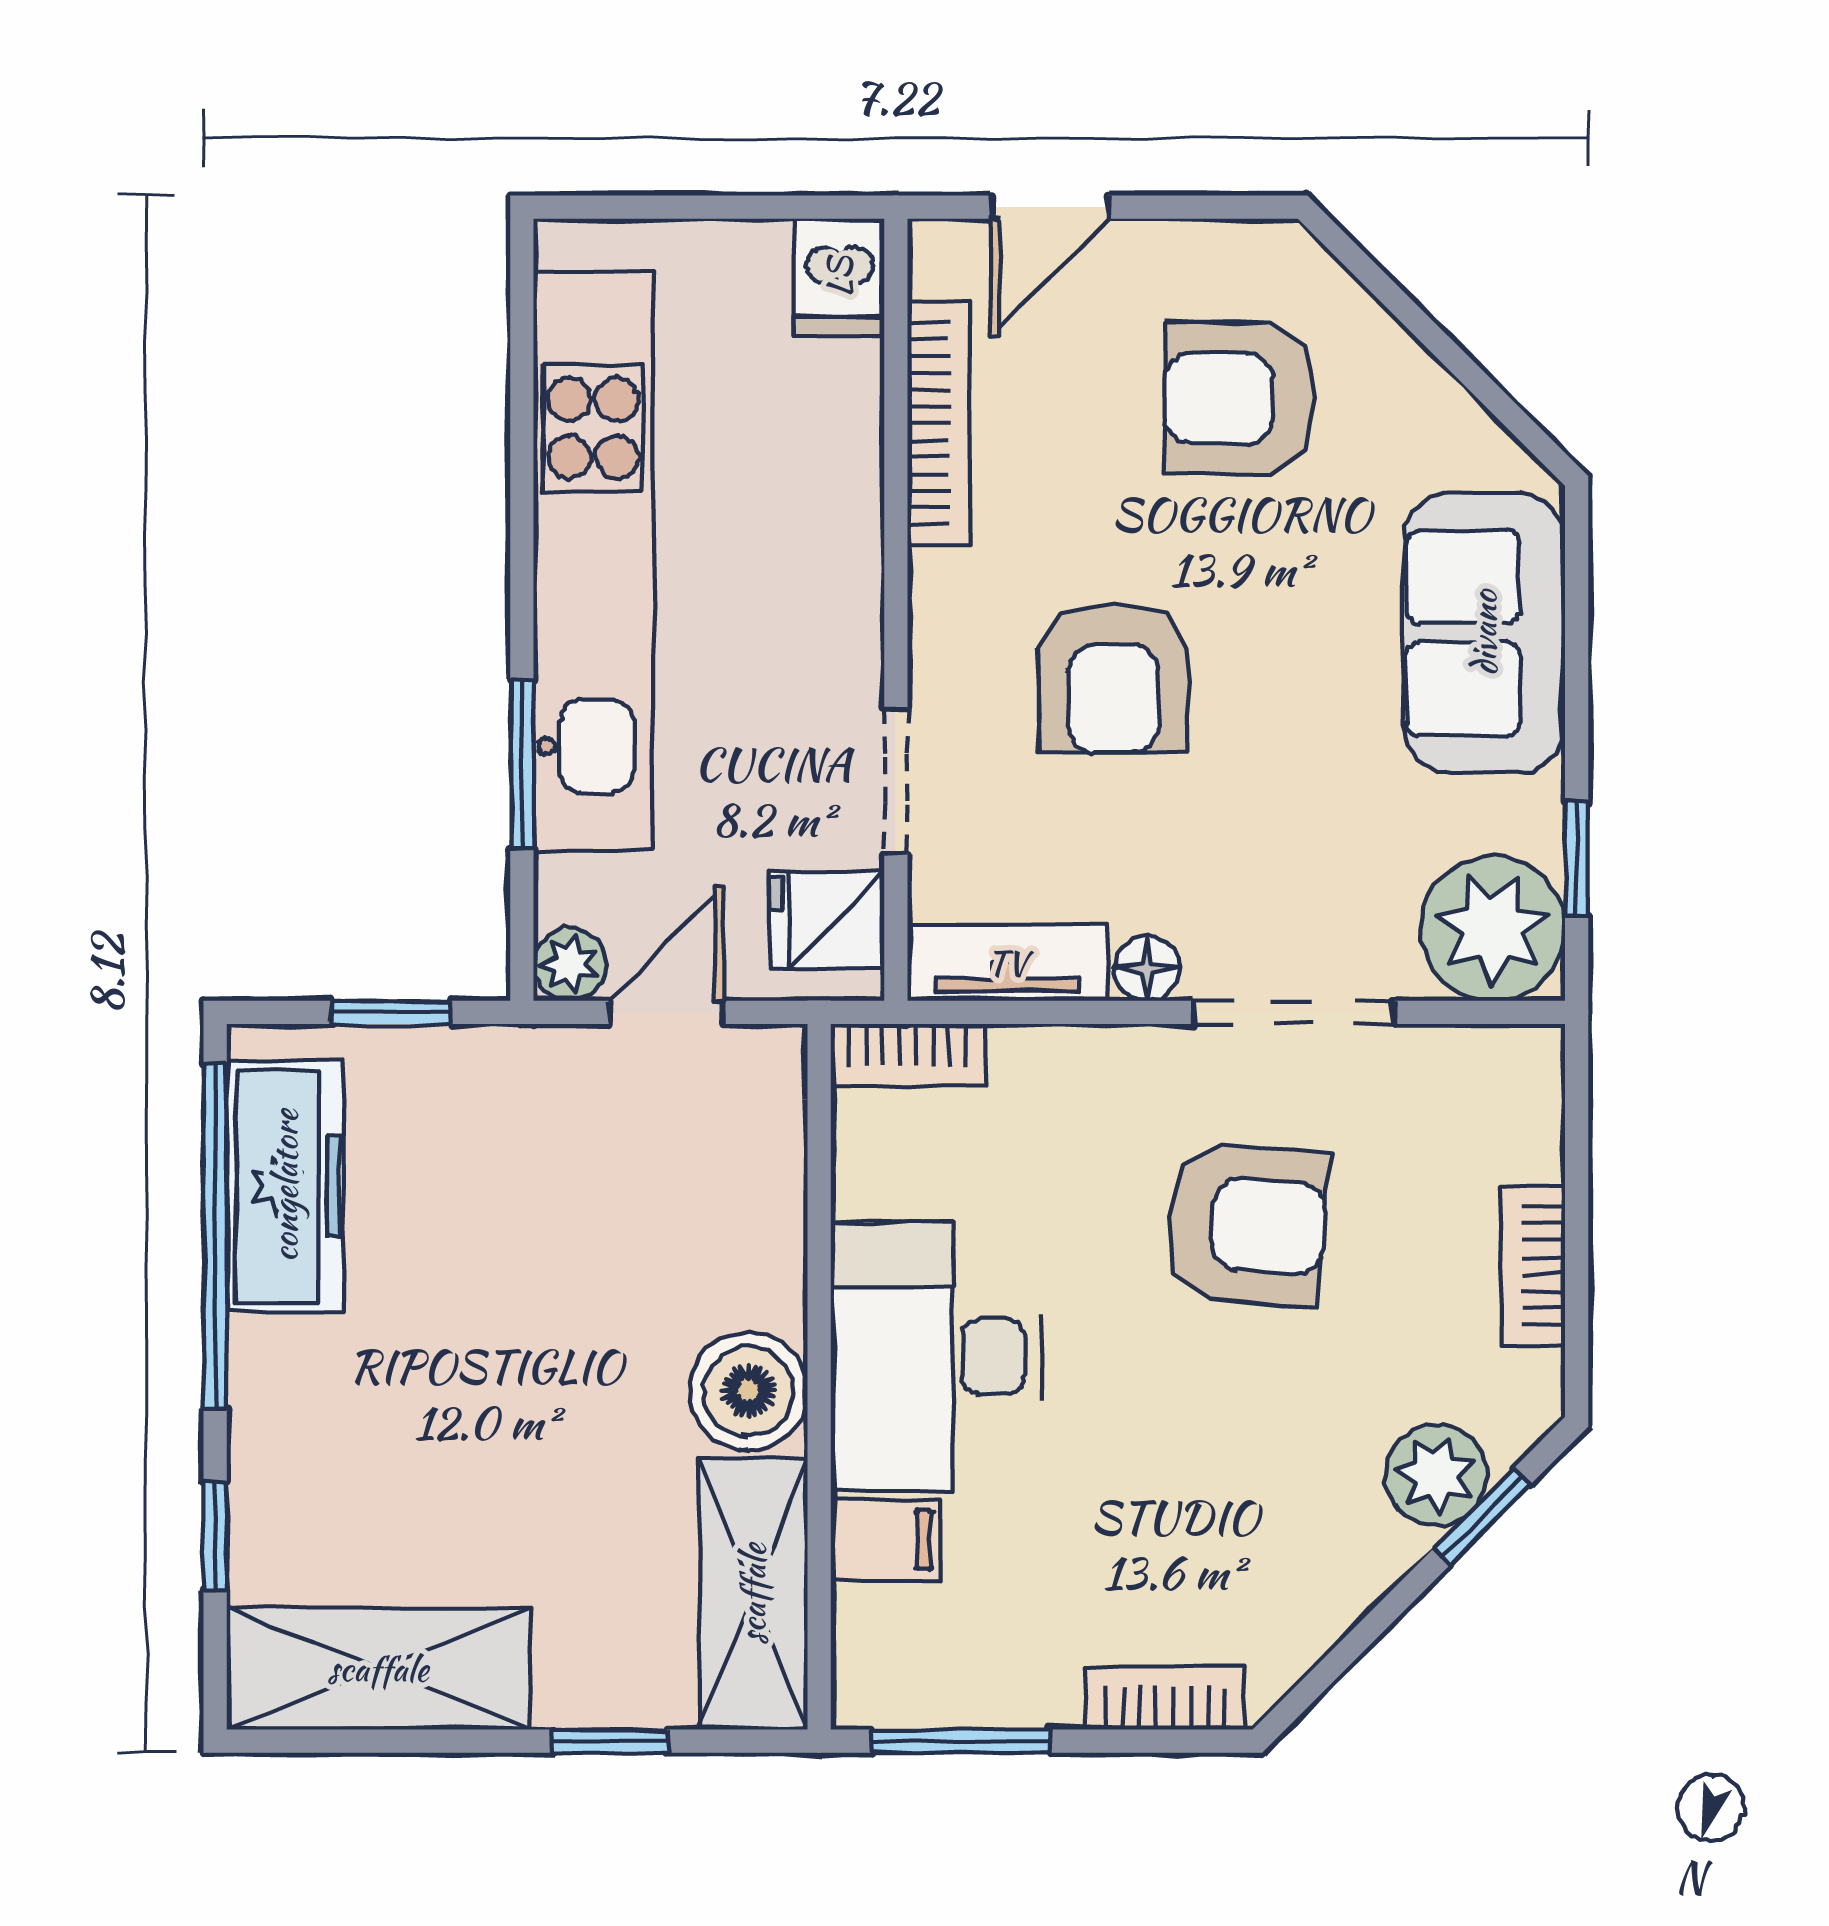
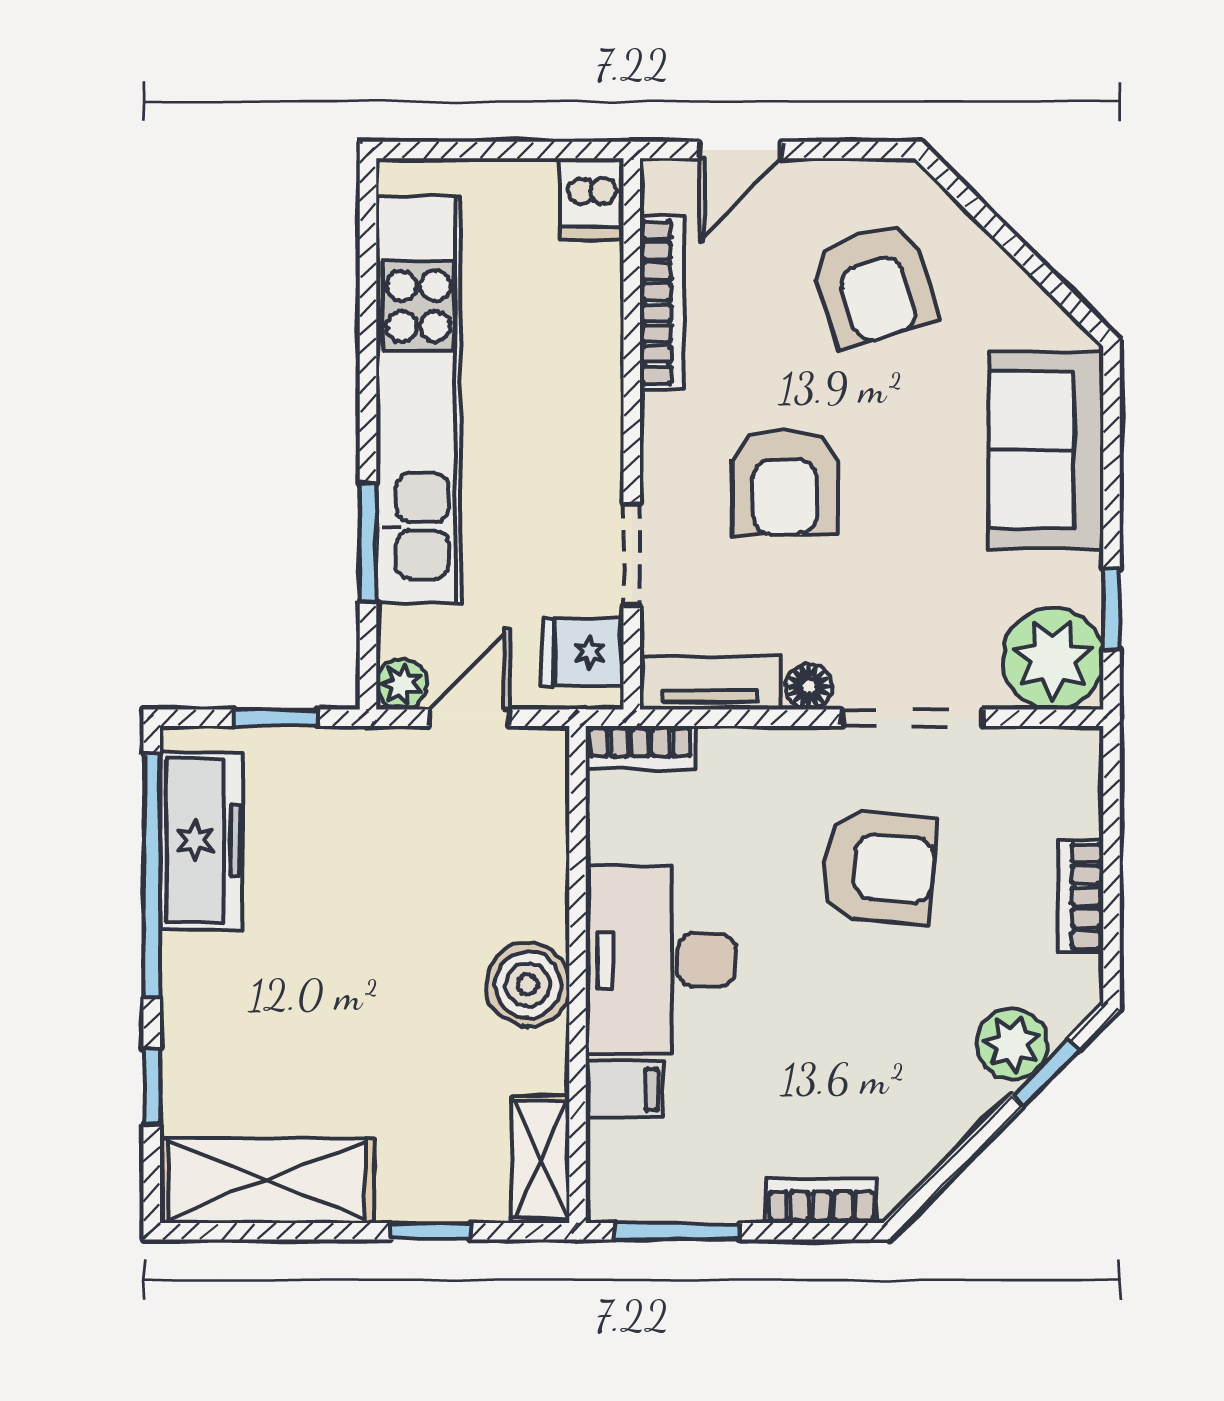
armchair: (1240, 398) -> (874, 284), turned -107
shelving: (753, 1594) -> (541, 1159), width x0.67, depth x0.75

